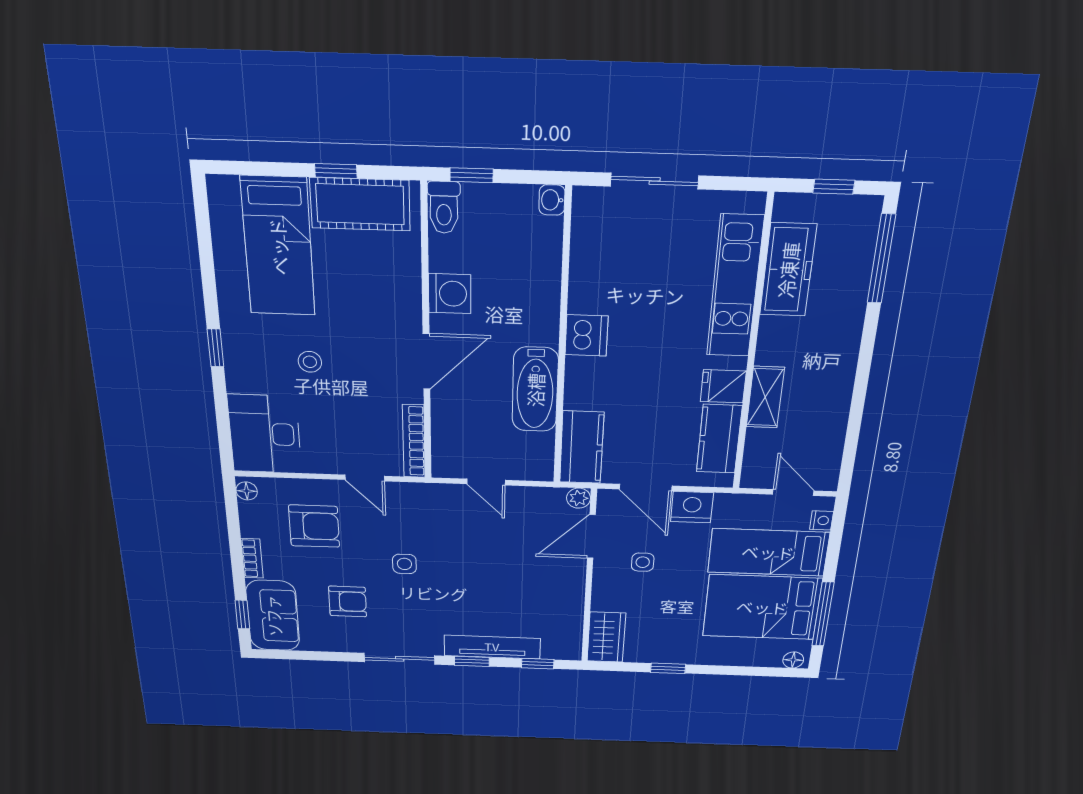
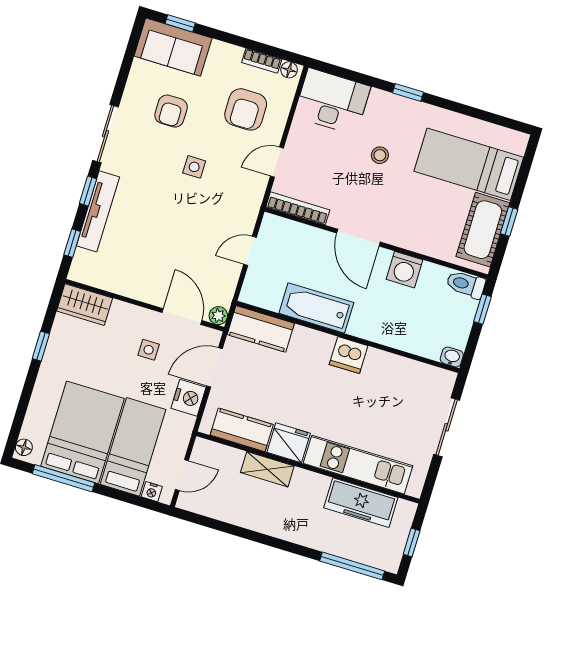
fridge: (723, 386) -> (289, 443), width x1.38
bookcase: (252, 558) -> (262, 61), moved

